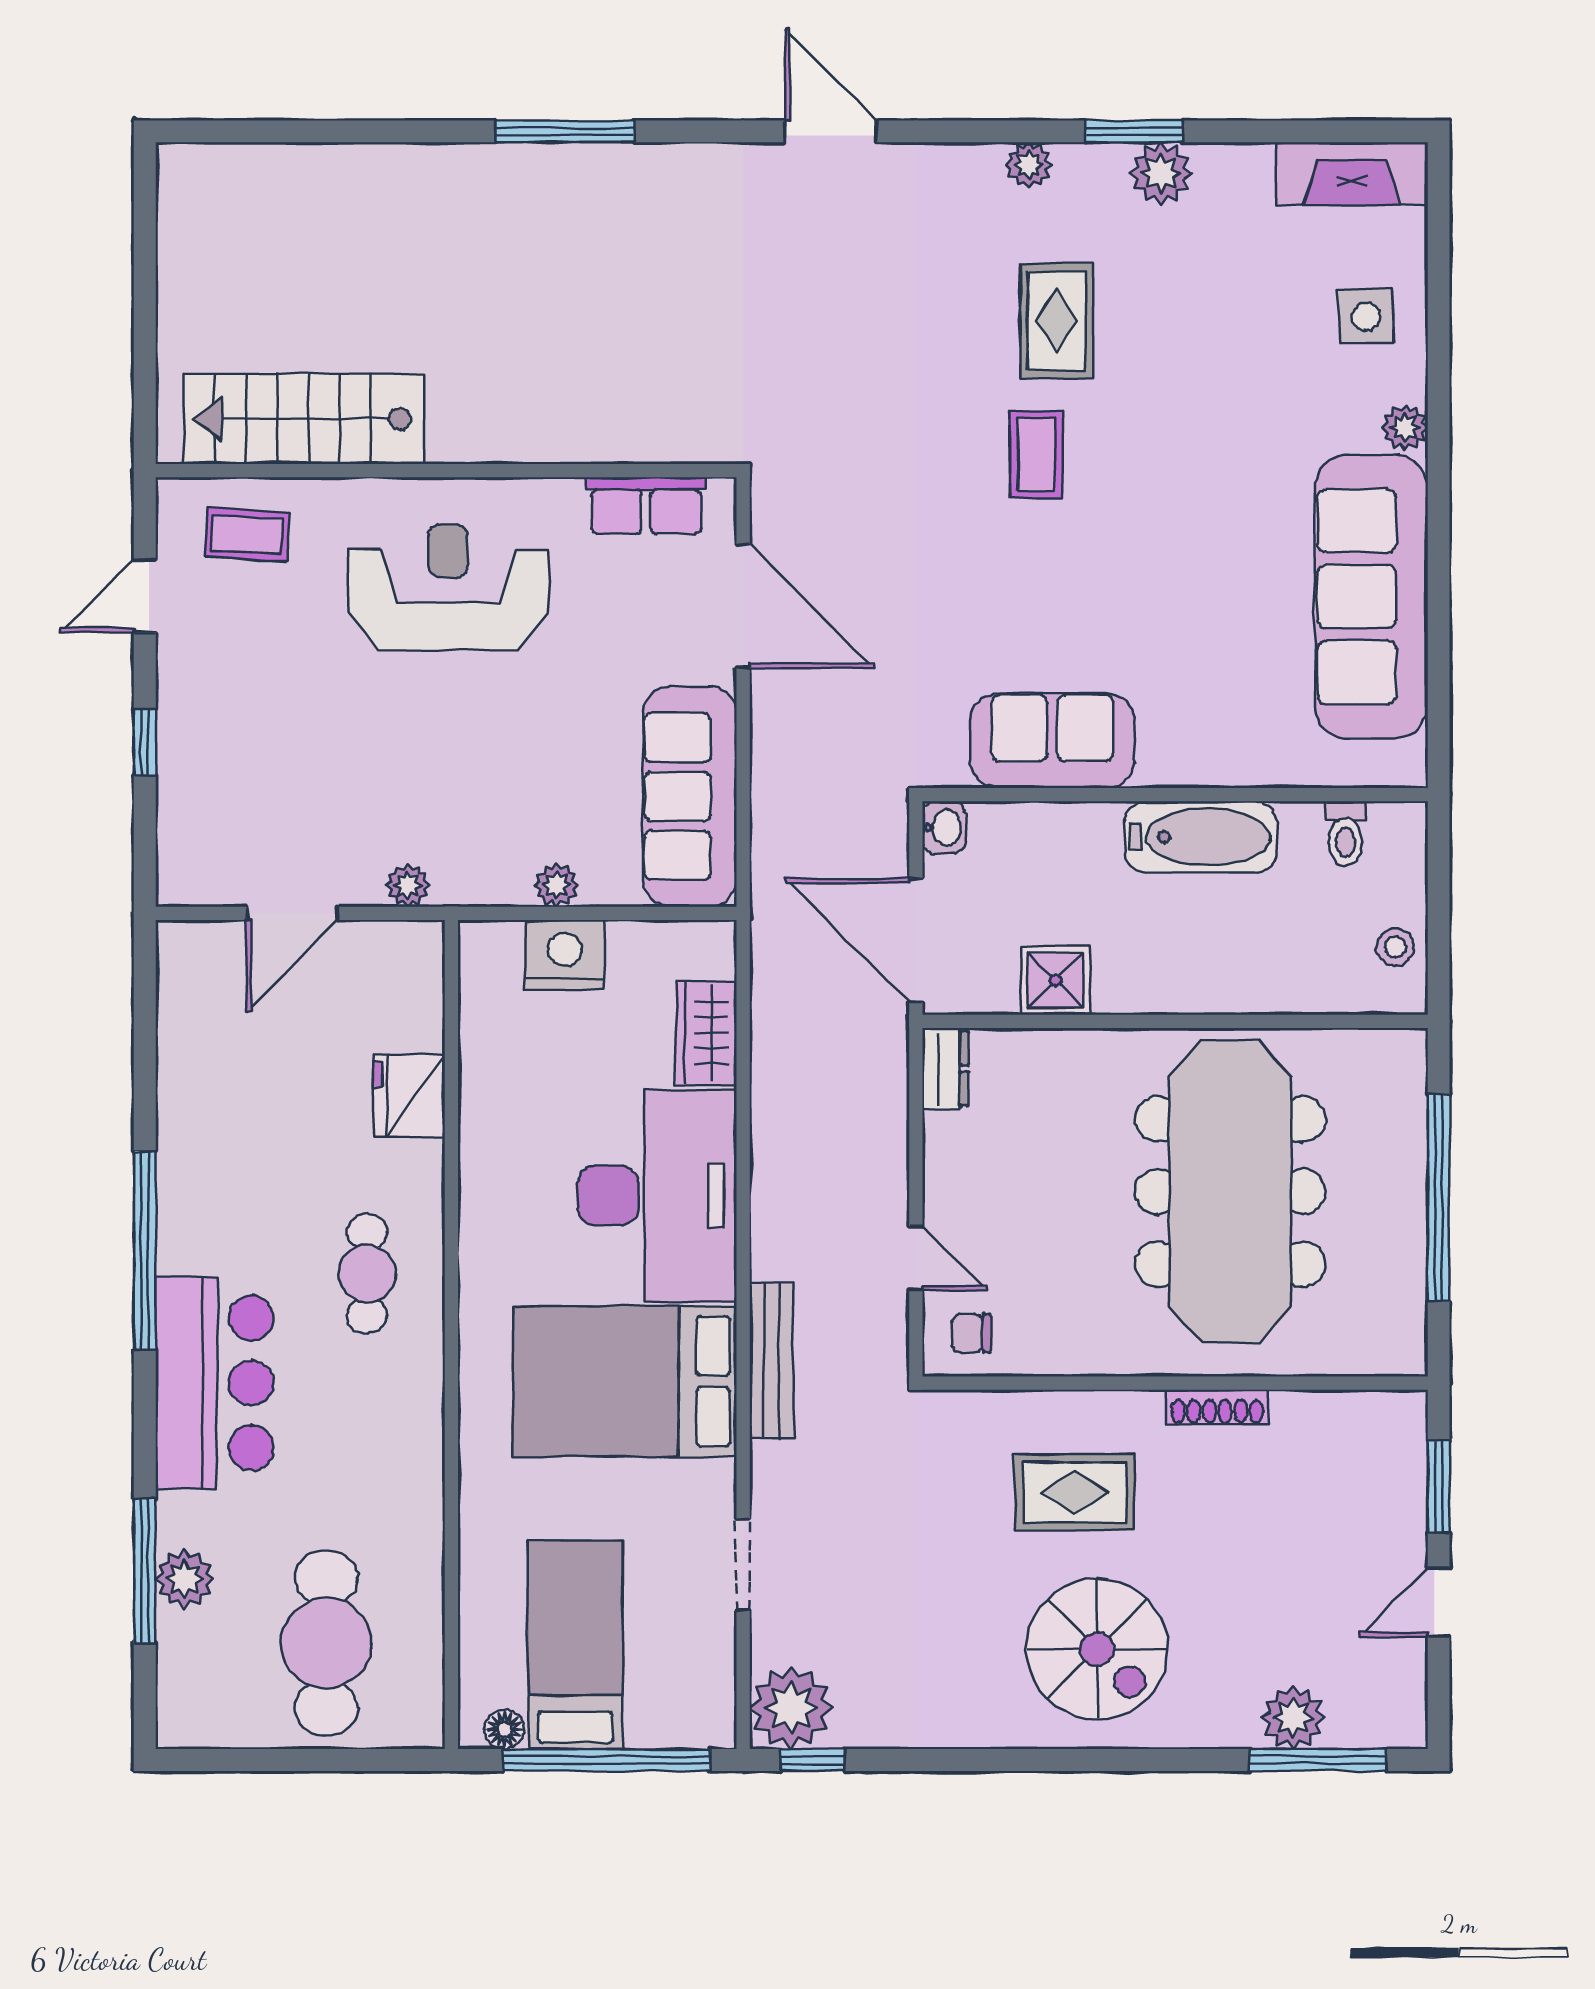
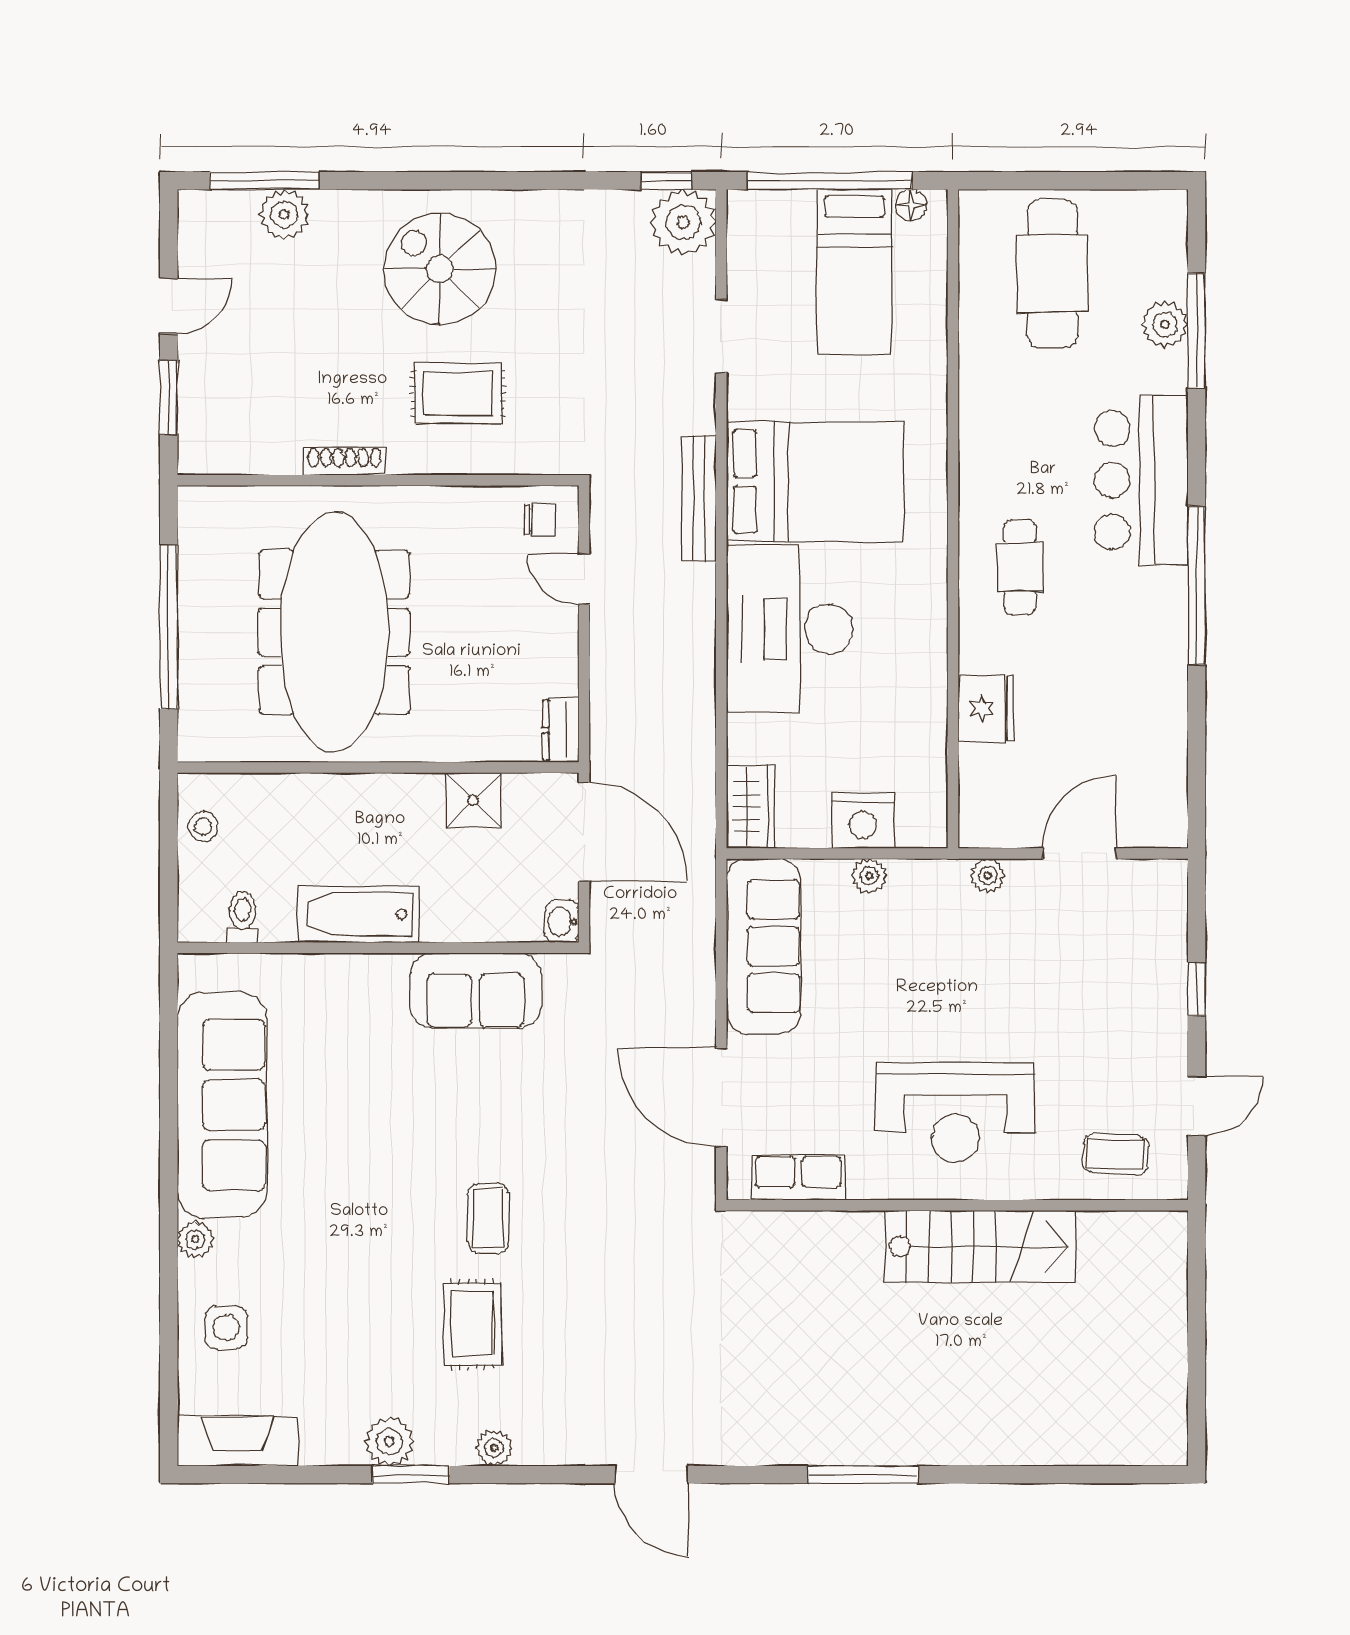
stairs: (304, 419) -> (980, 1246), moved
wardrobe: (706, 1033) -> (750, 807), moved

